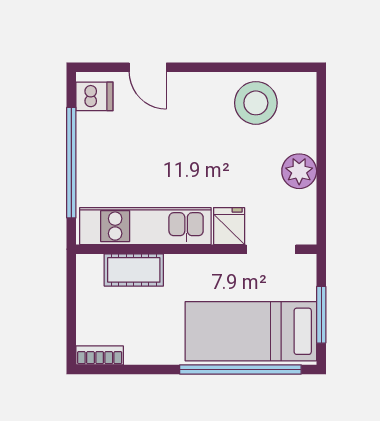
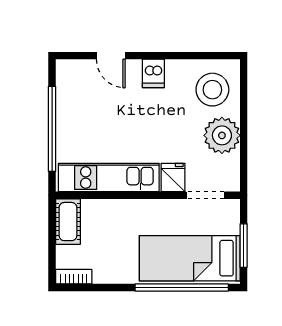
dishwasher: (94, 96) -> (153, 73), moved, turned 90
stool: (256, 103) -> (212, 90), moved
plant: (299, 171) -> (222, 135), width x1.36, depth x1.36
cot: (134, 270) -> (68, 222), moved, turned 90

